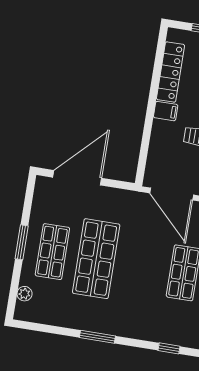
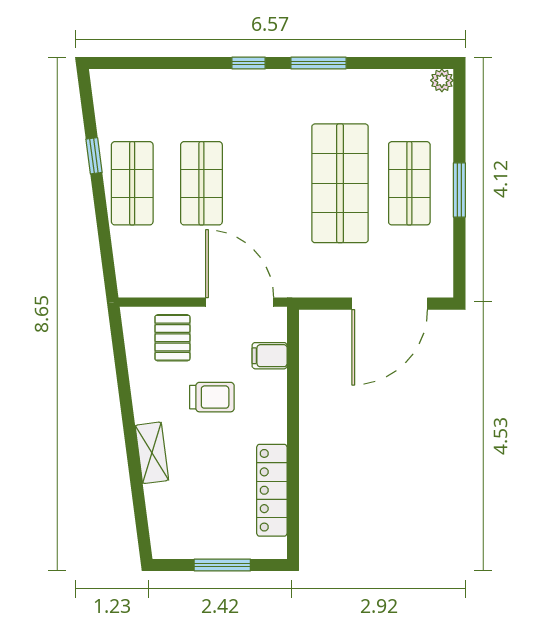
filing cabinet: (166, 111) -> (270, 356), moved
plant: (25, 294) -> (442, 80), moved
window: (169, 348) -> (249, 63), moved

